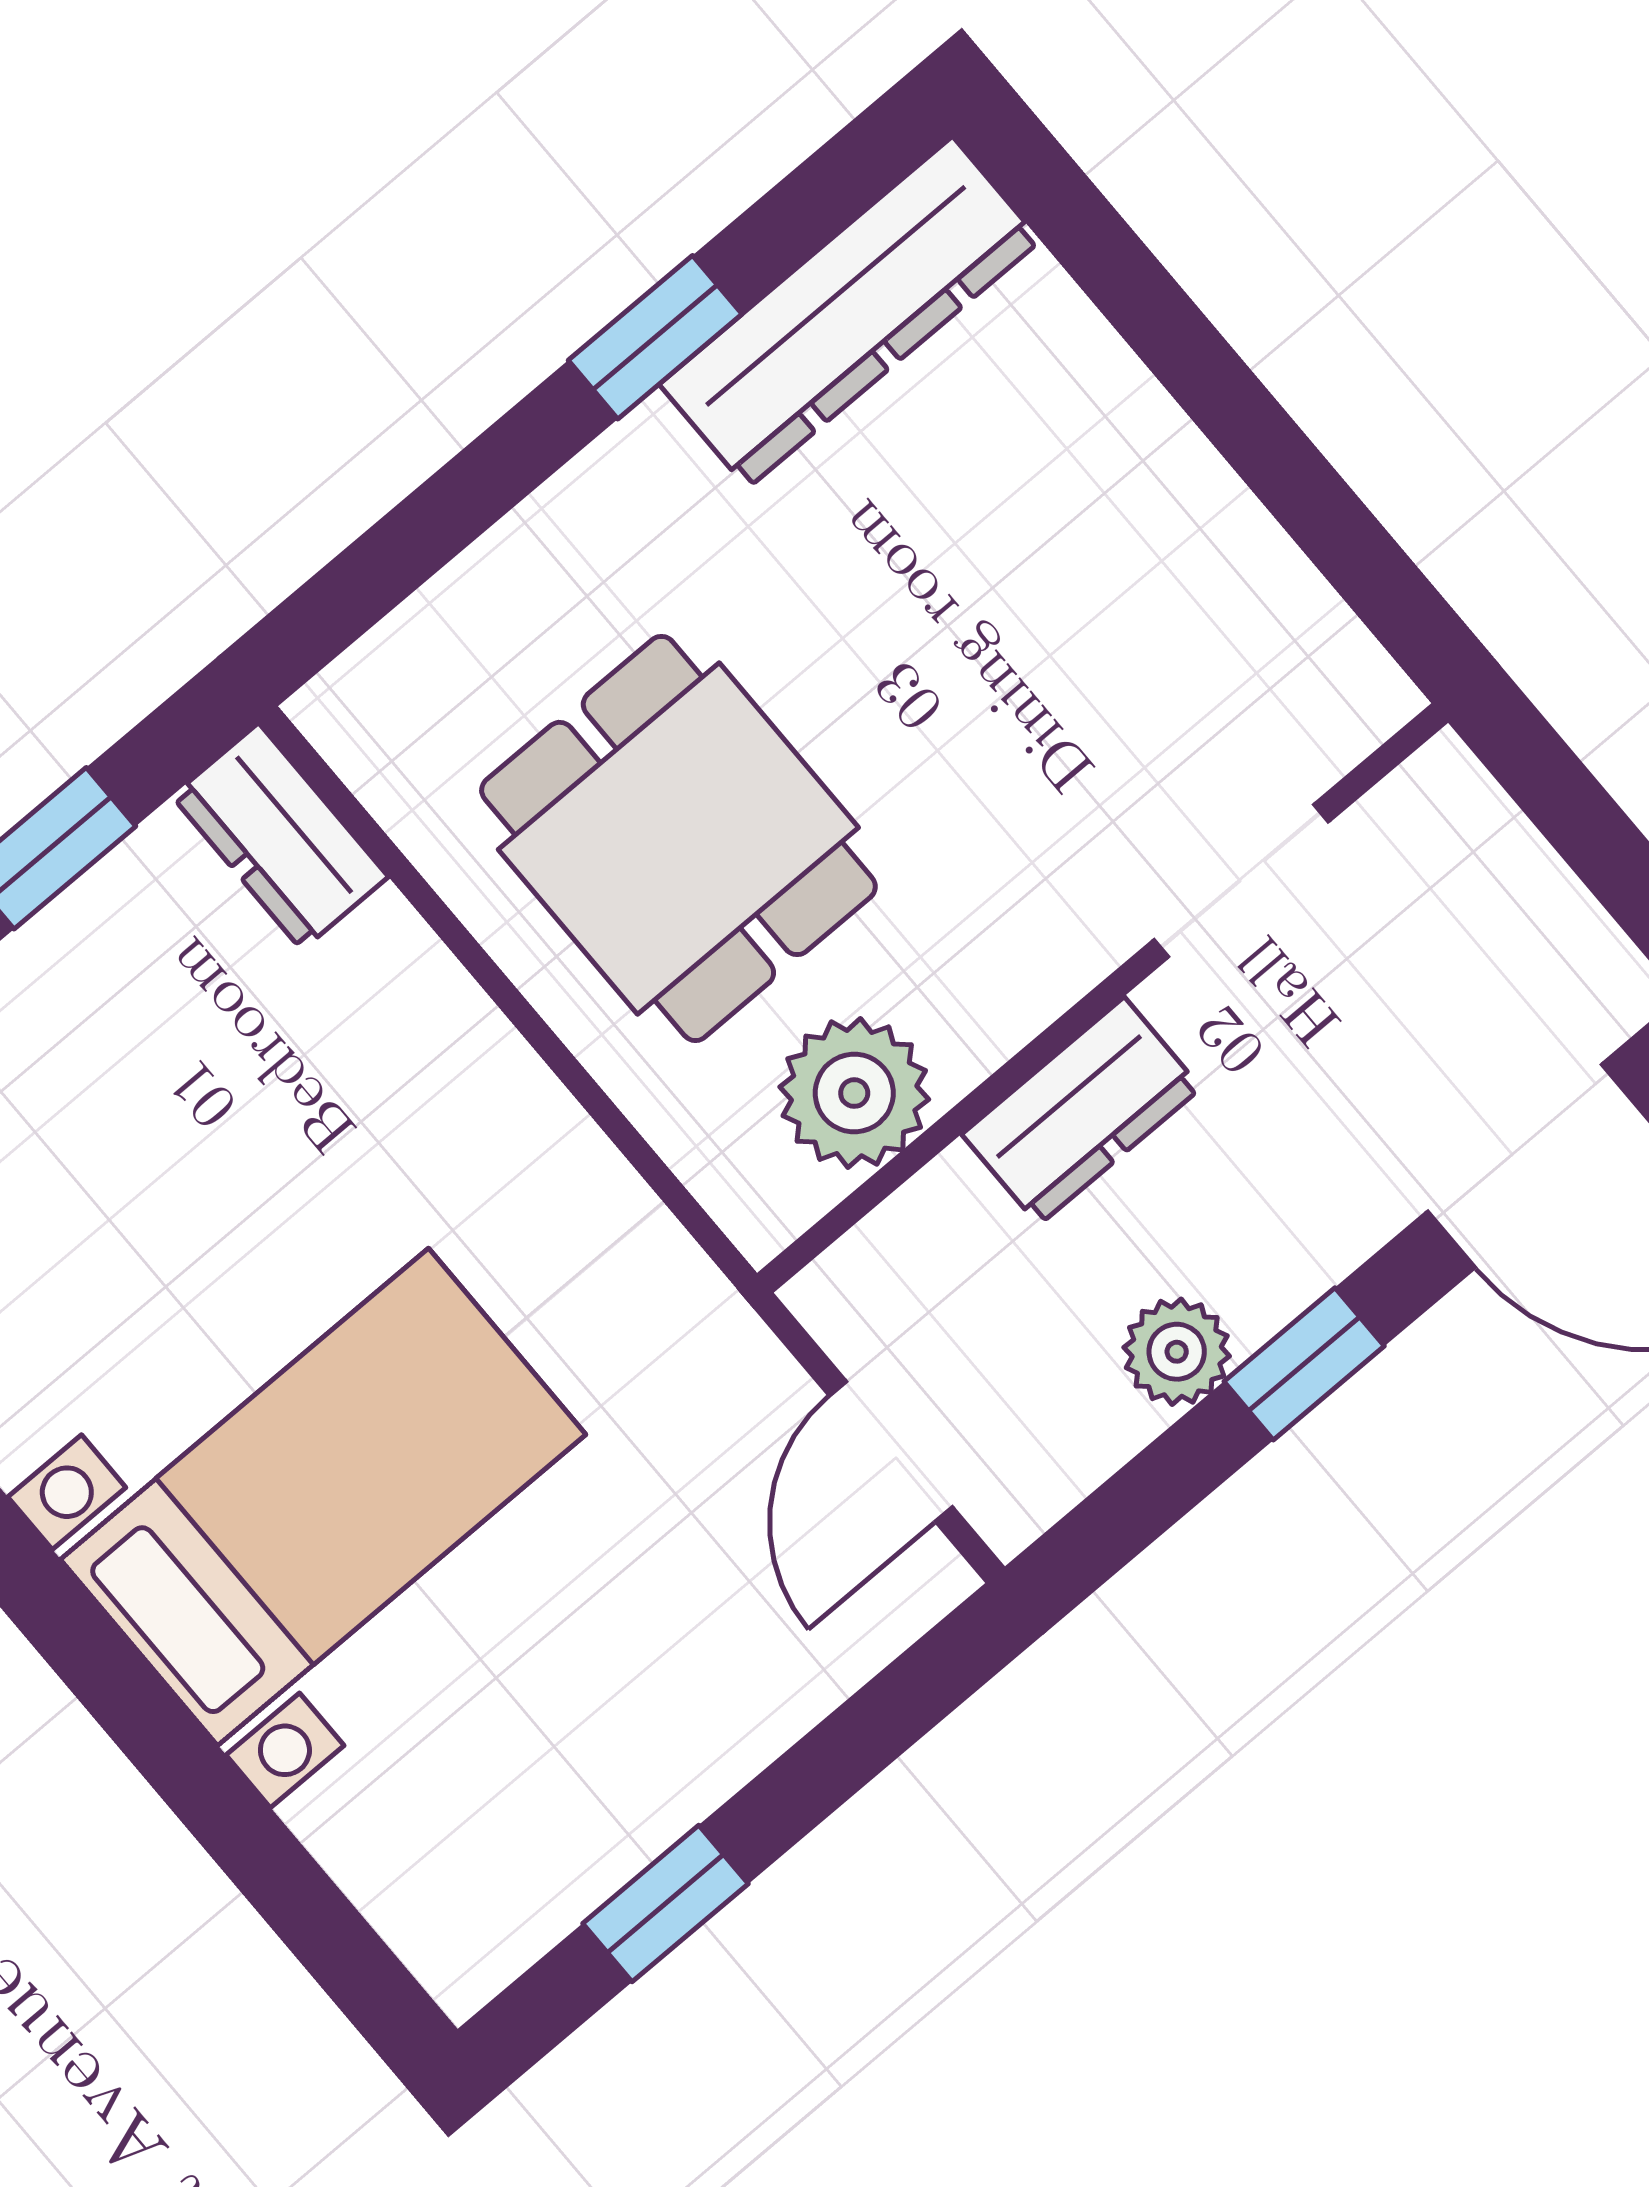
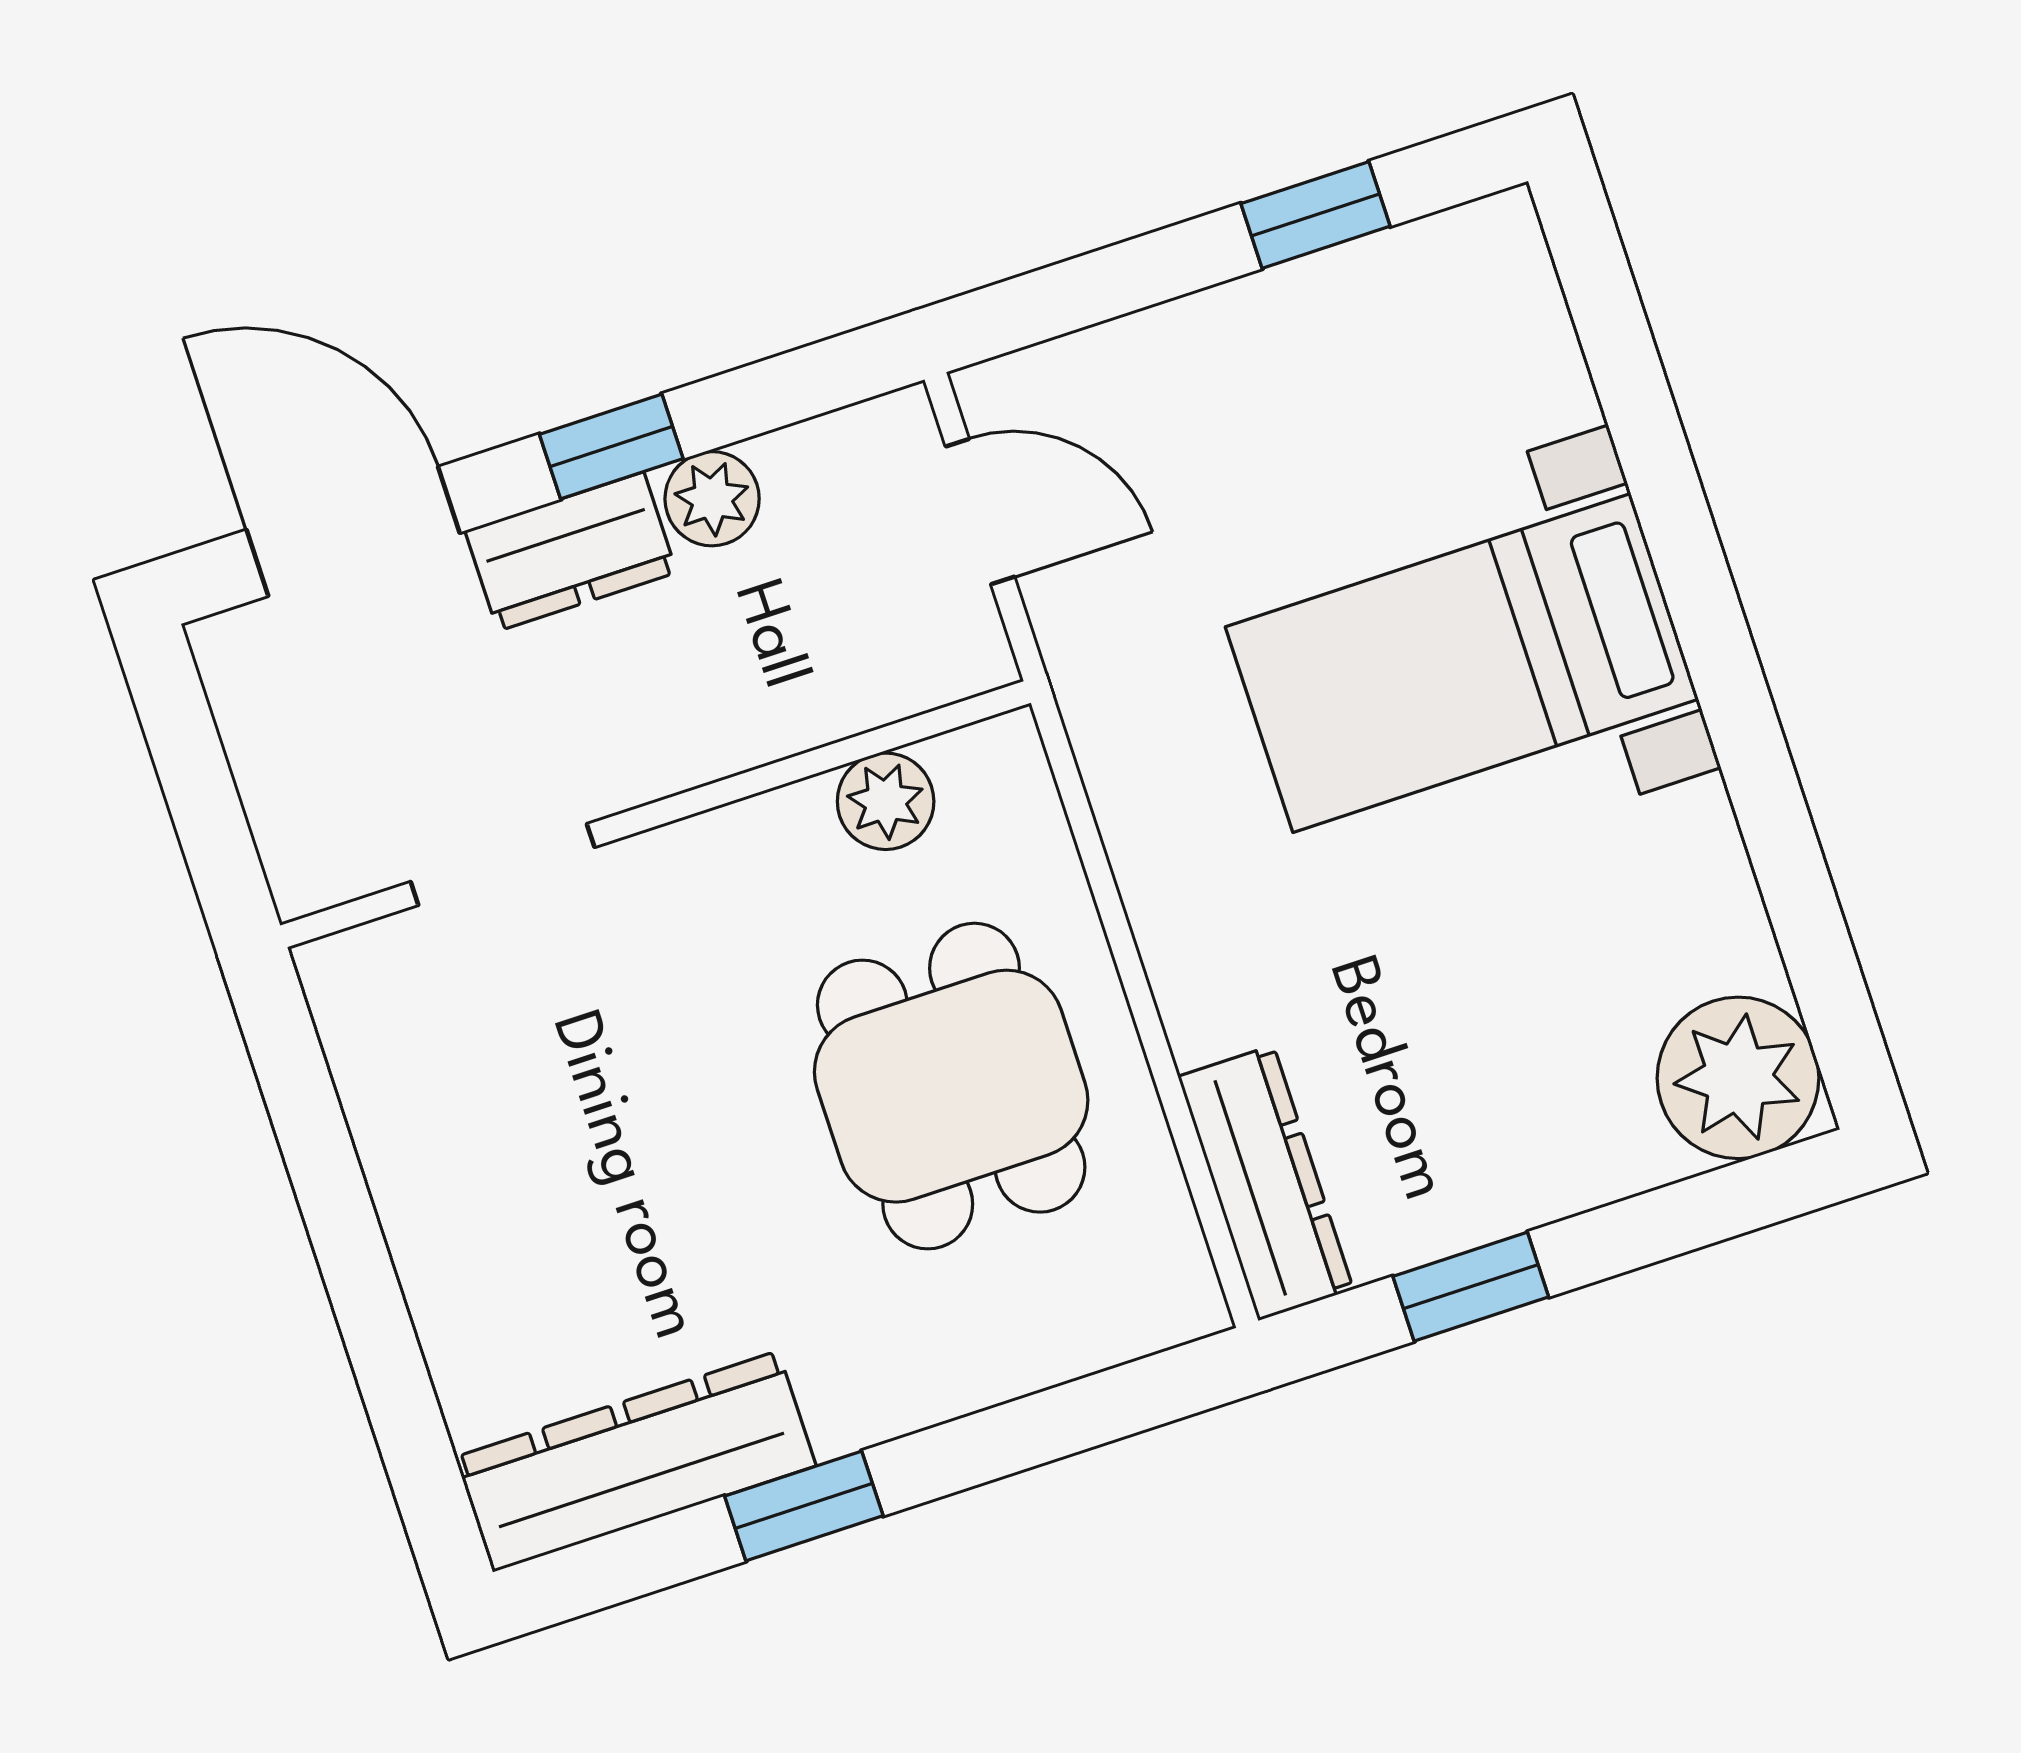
dresser: (280, 836) -> (1266, 1183), width x1.44
plant: (854, 1093) -> (886, 801), width x0.73, depth x0.73
dresser: (1081, 1111) -> (571, 551), moved, turned 180
door: (891, 1452) -> (980, 512), hinge flipped

